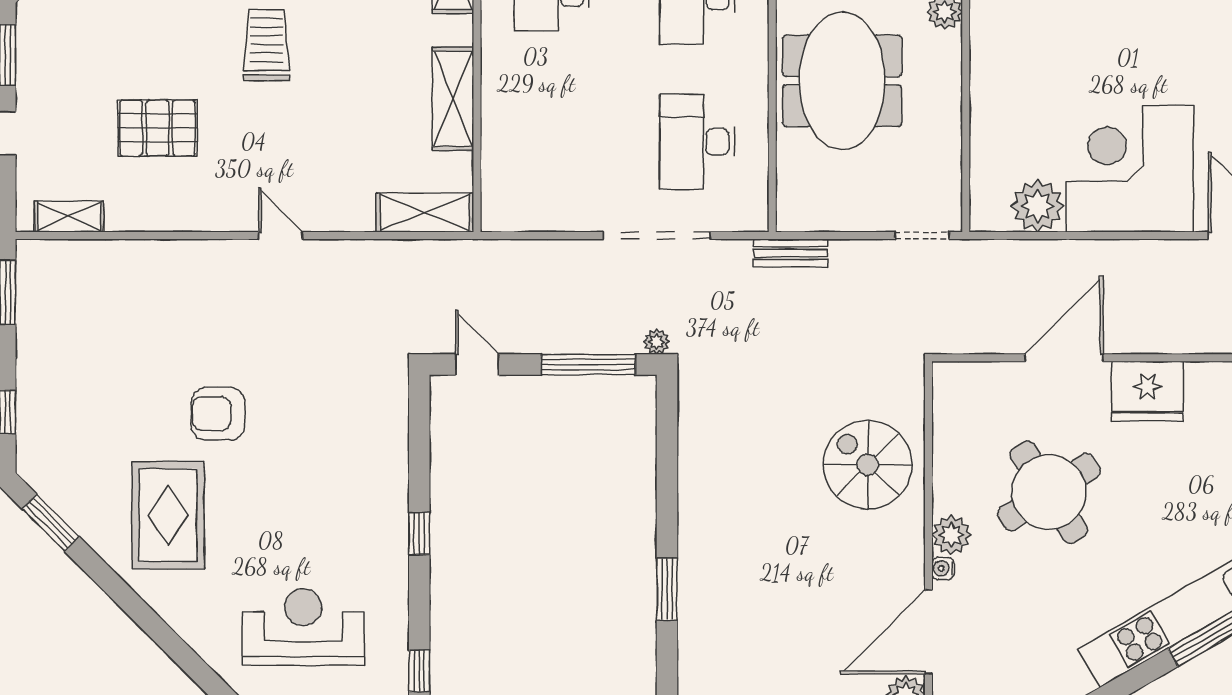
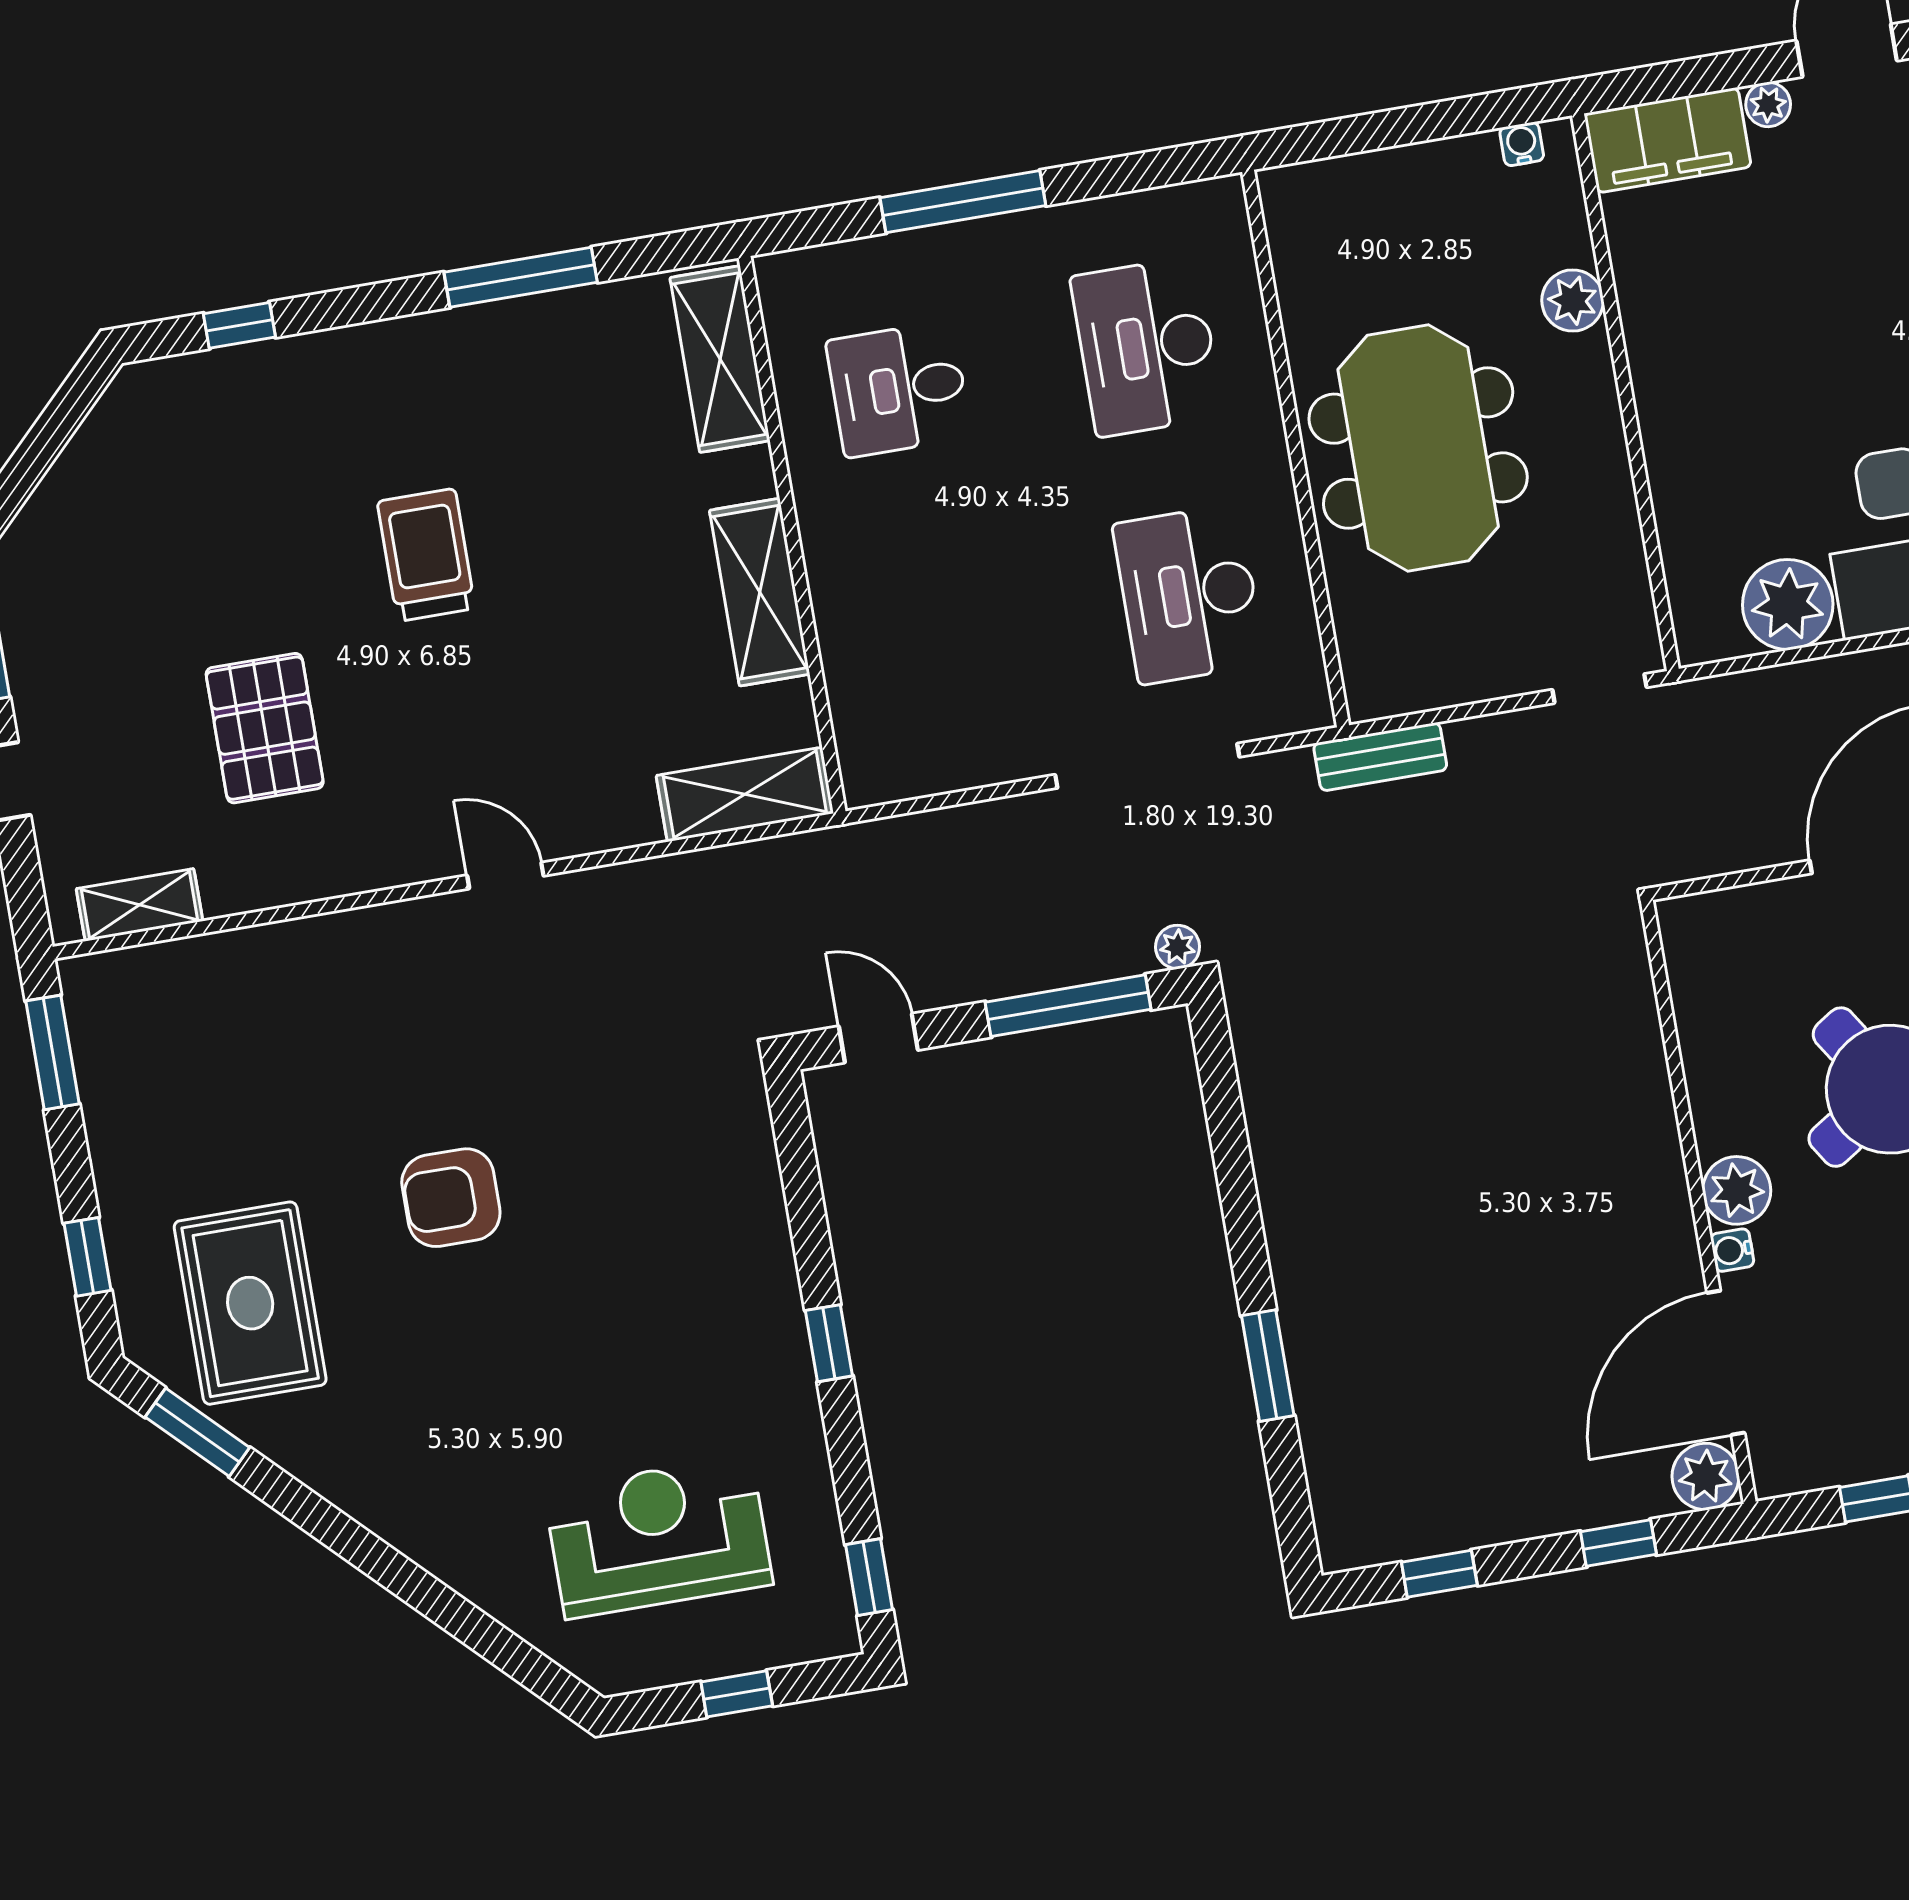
pallet: (158, 128) -> (265, 728), turned 90
spiral stairs: (868, 465) -> (1573, 1095), removed
rug: (168, 515) -> (250, 1303), moved

